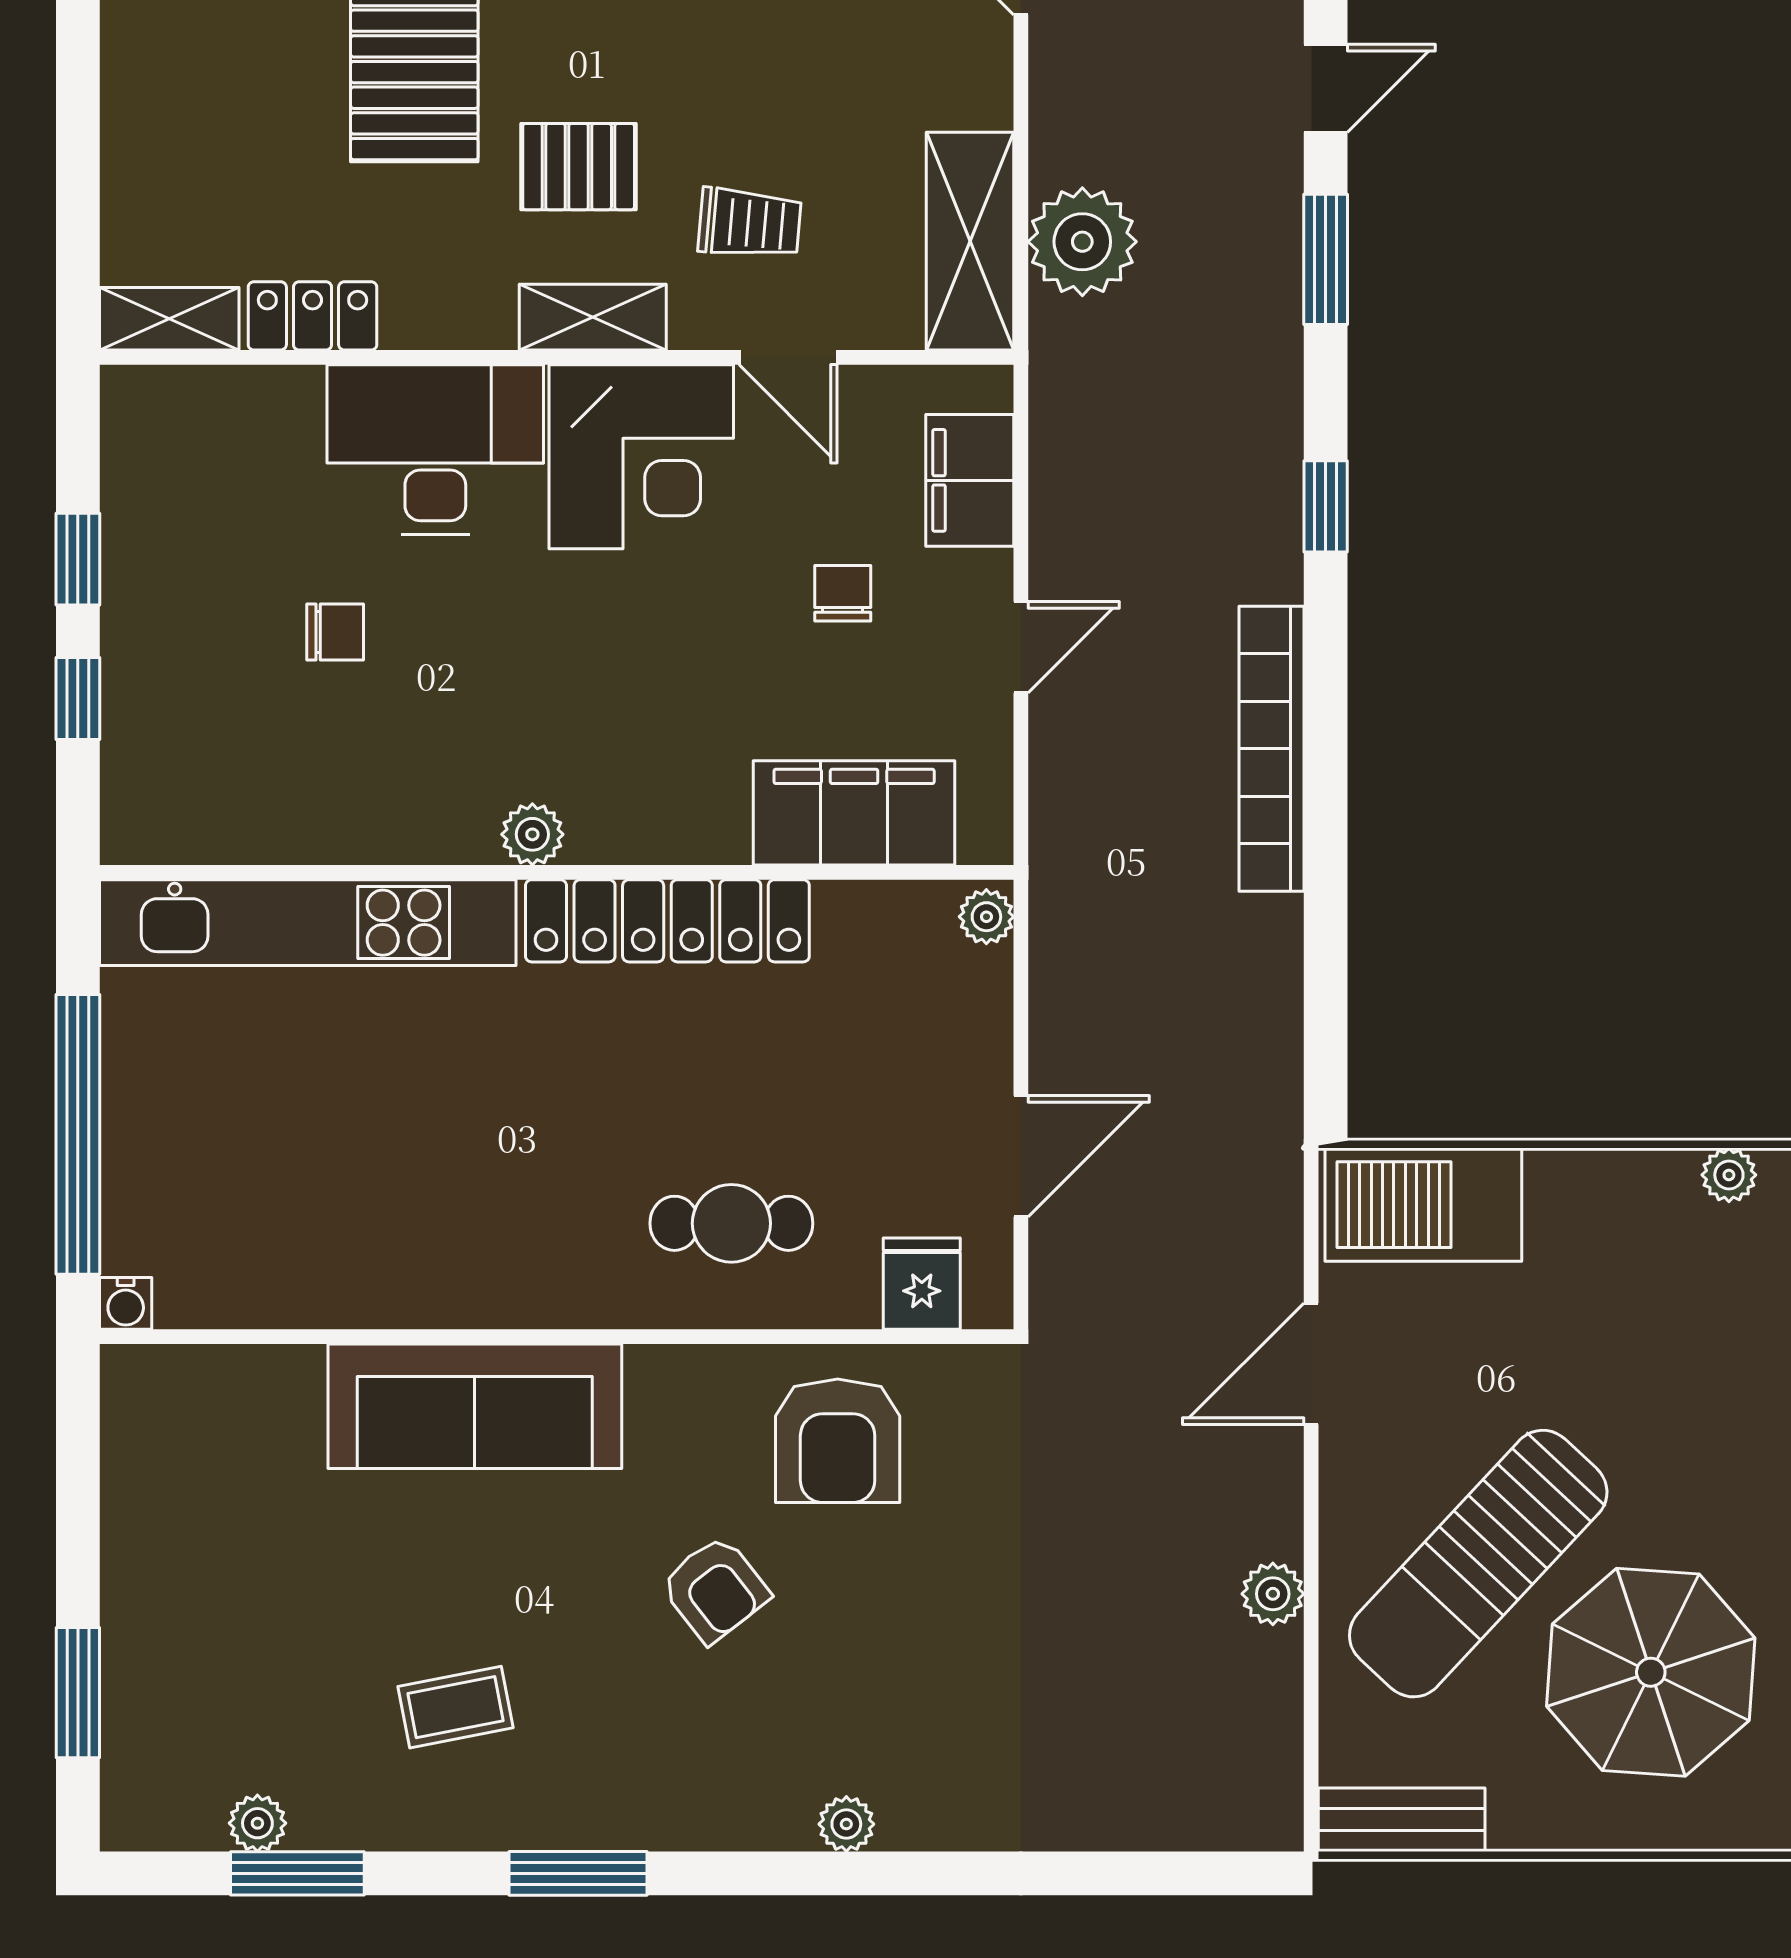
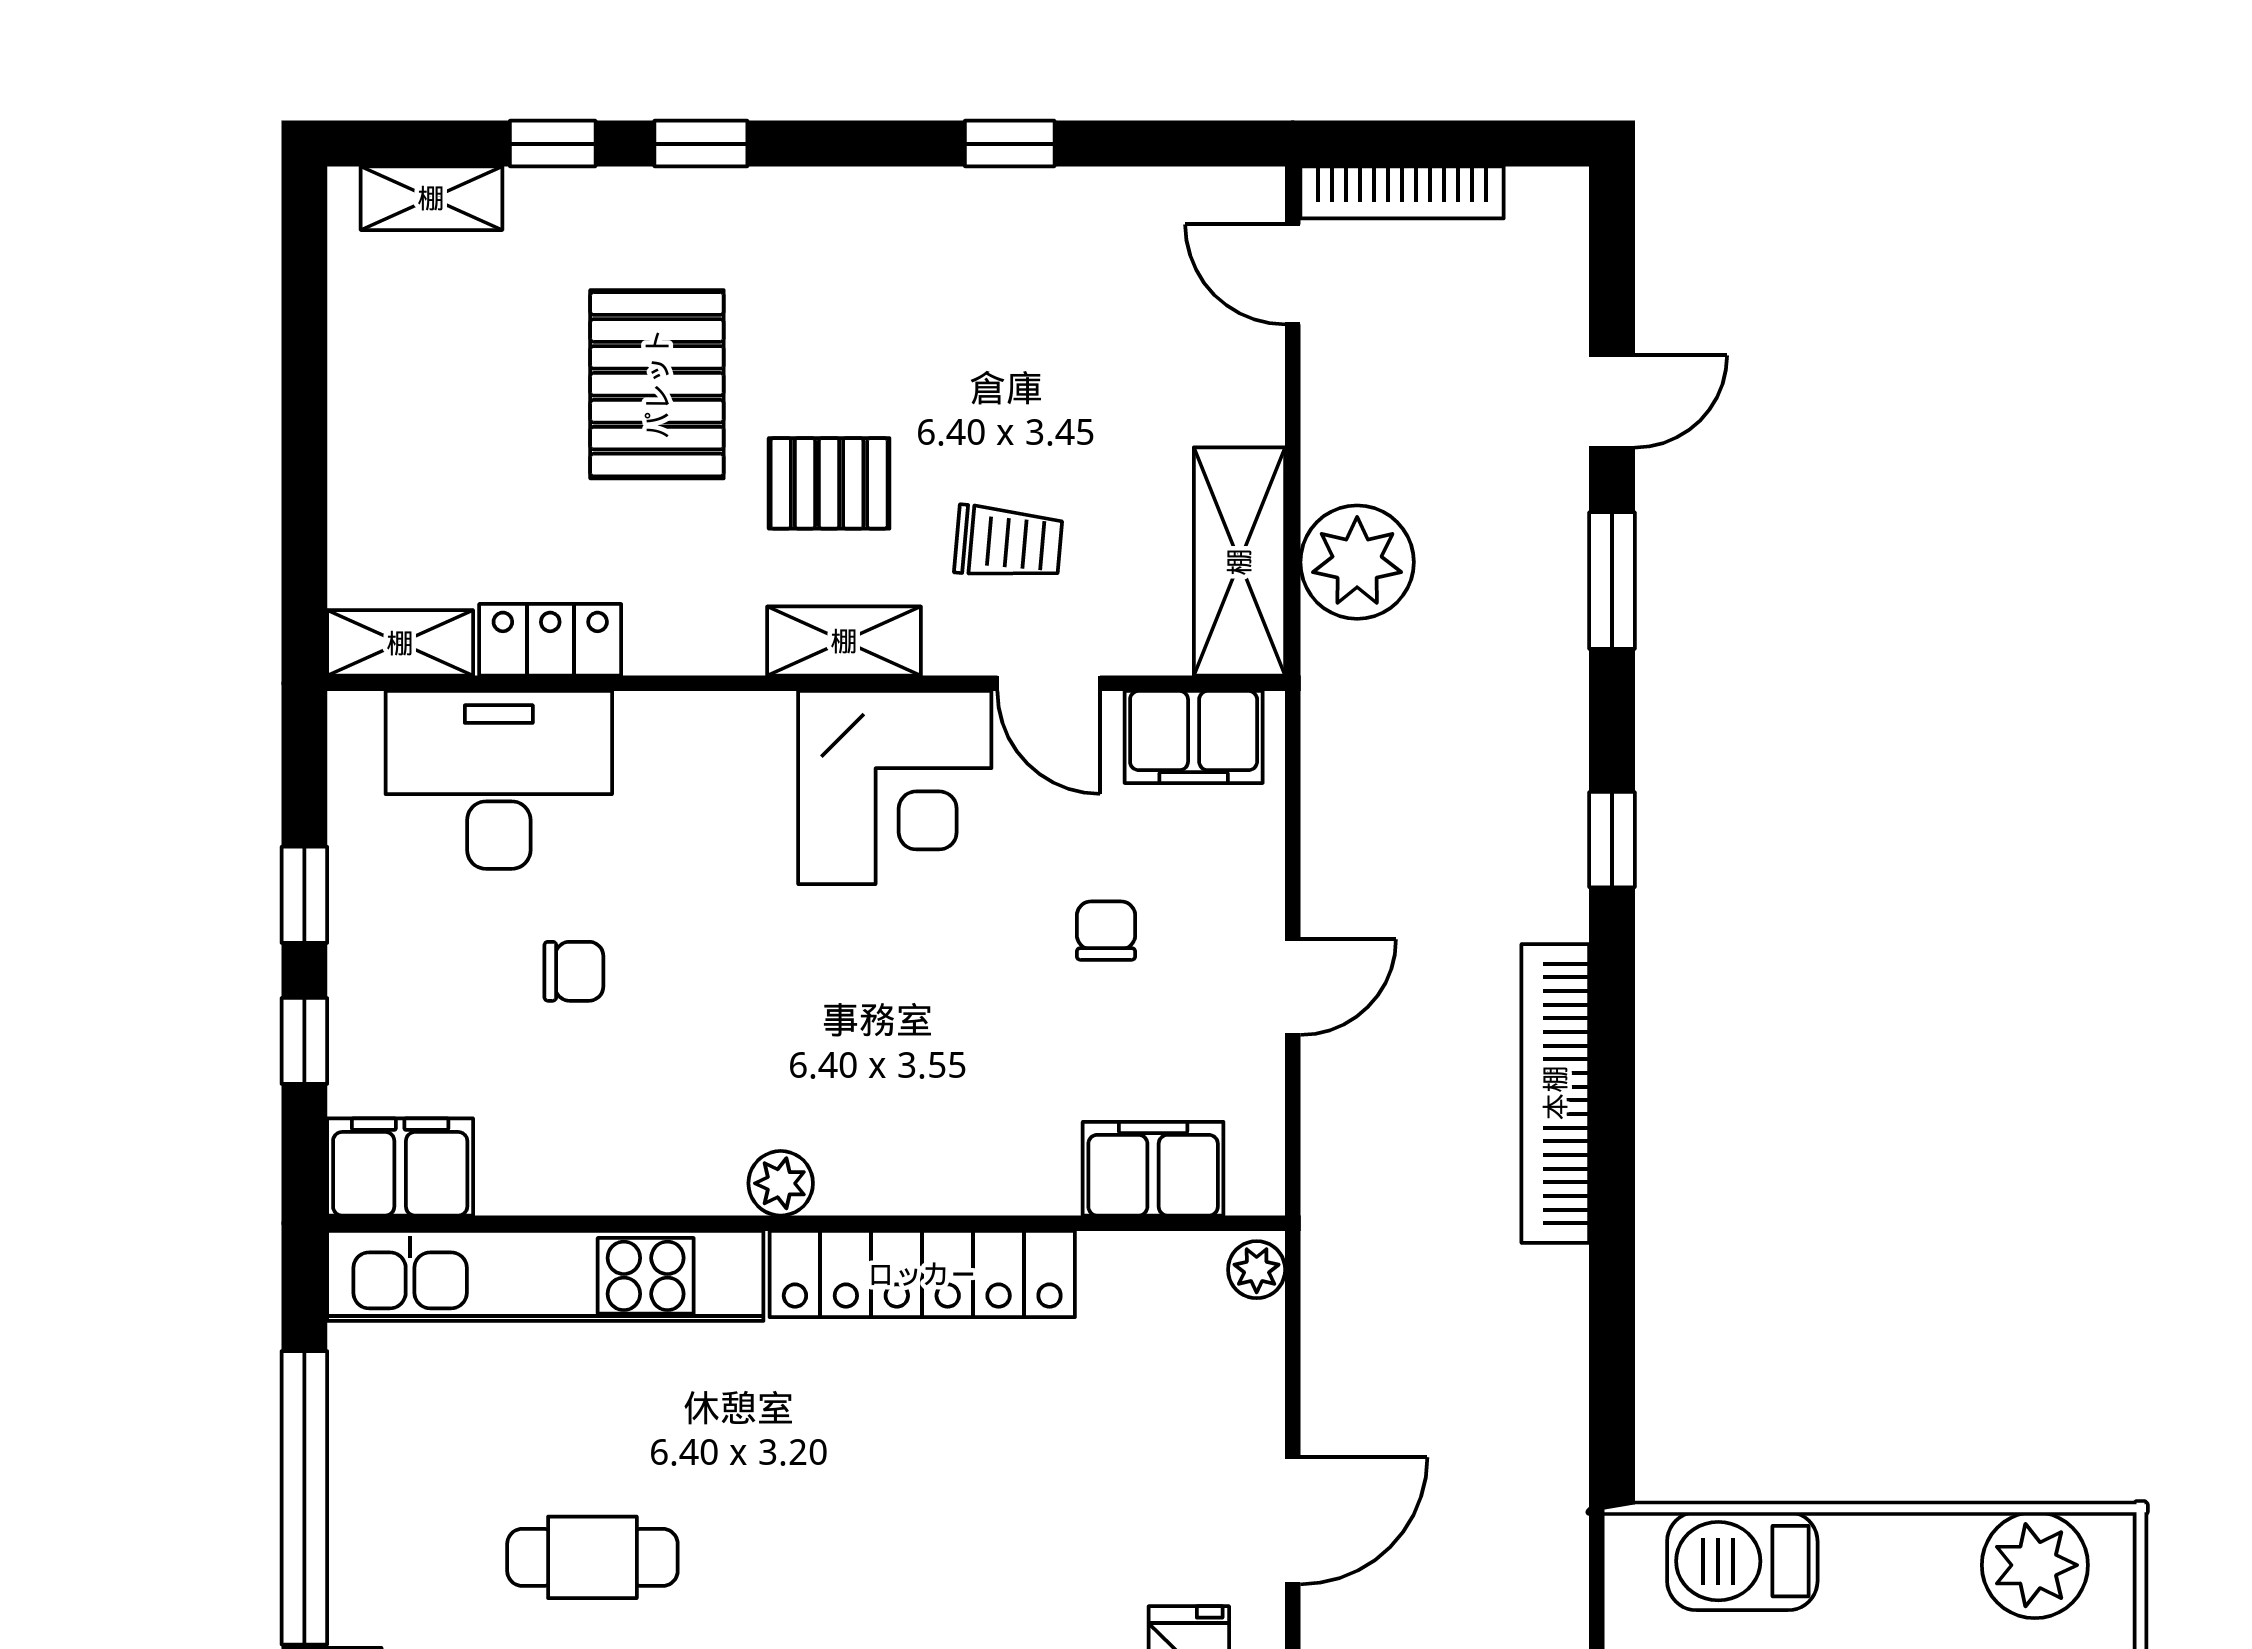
desk: (435, 450) -> (499, 780), moved
filing cabinet: (970, 480) -> (1194, 737), moved, turned -90
filing cabinet: (854, 813) -> (1153, 1169), width x0.67, depth x0.86
filing cabinet: (169, 819) -> (400, 1167), added
plant: (1729, 1175) -> (2035, 1565), width x1.87, depth x1.87
barbecue: (1423, 1205) -> (1742, 1561), width x0.73, depth x0.83
cafe table: (731, 1223) -> (592, 1557), moved

